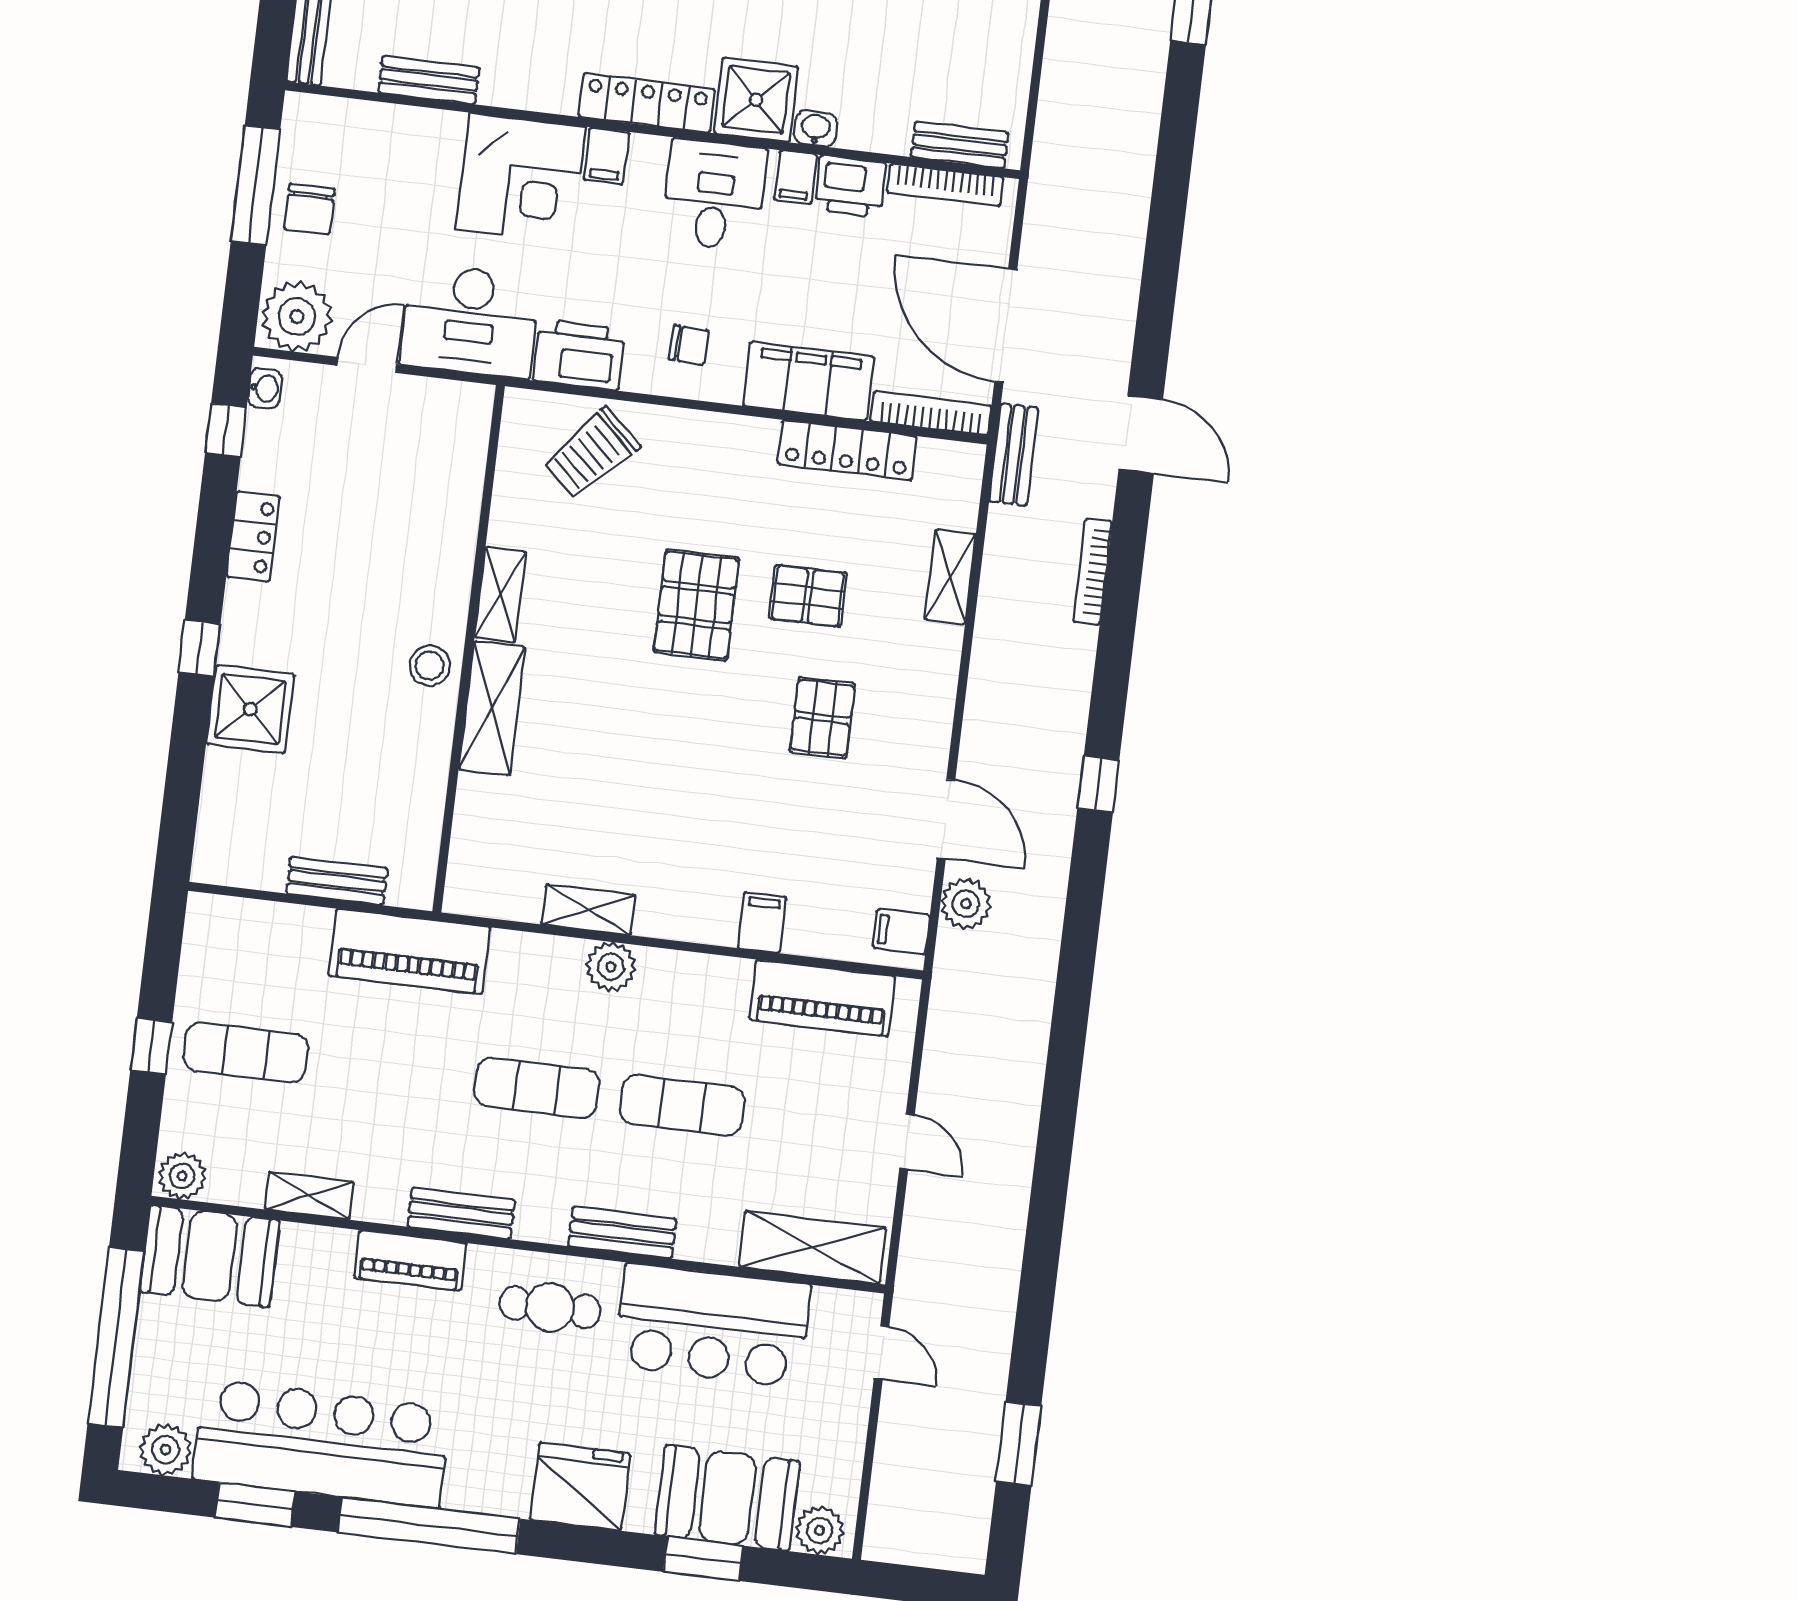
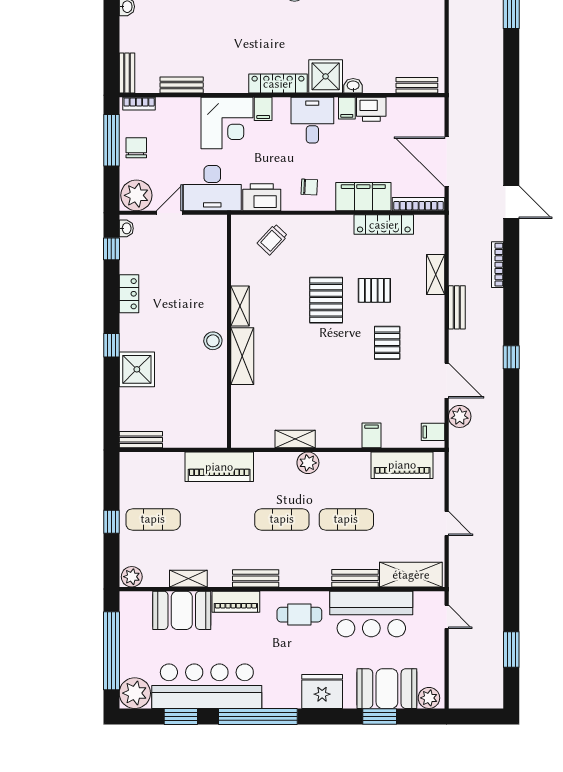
bookcase: (945, 185) -> (139, 104), moved, width x0.64
chair: (309, 209) -> (136, 148), turned 180
trolley: (591, 453) -> (272, 239), width x0.73, depth x0.72
bench: (1014, 455) -> (457, 307), moved
bench: (337, 881) -> (141, 440), moved
bench: (622, 1233) -> (355, 578), moved
booth: (210, 1256) -> (182, 610), moved
plant: (165, 1450) -> (135, 693), width x1.36, depth x1.36

